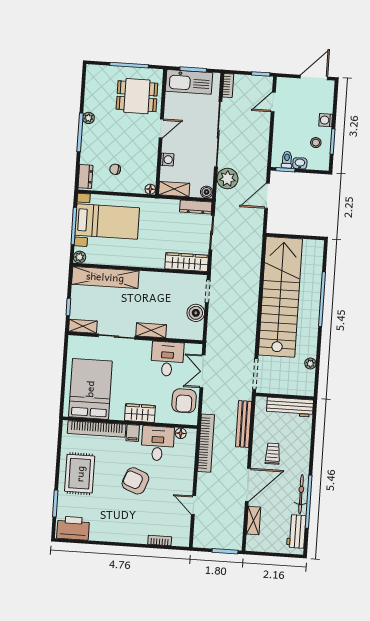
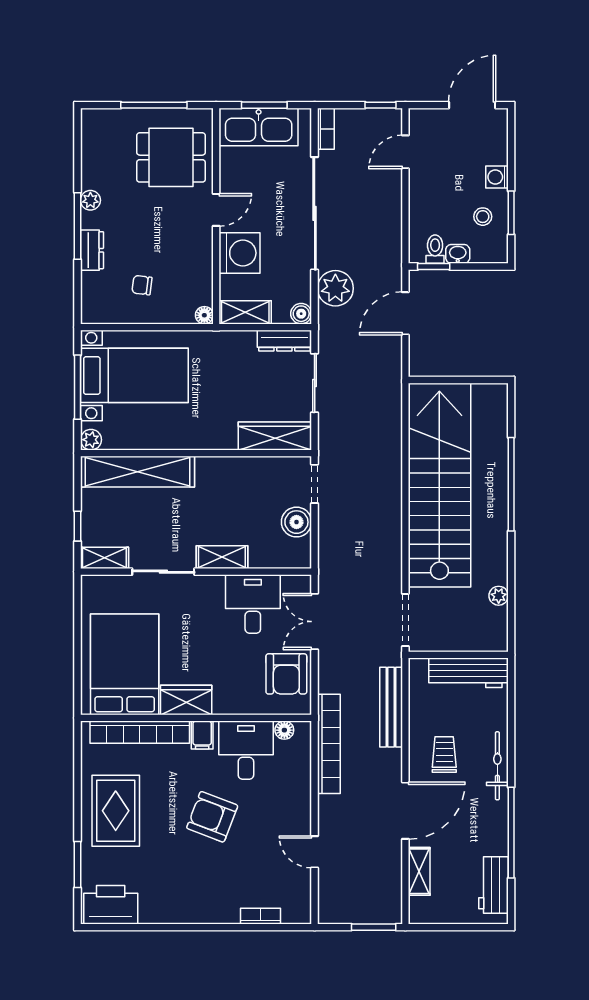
washing machine: (167, 160) -> (240, 253), width x1.89, depth x1.89
dresser: (85, 177) -> (92, 250), moved
wardrobe: (140, 413) -> (186, 700), moved
bicycle: (301, 494) -> (497, 766), moved

